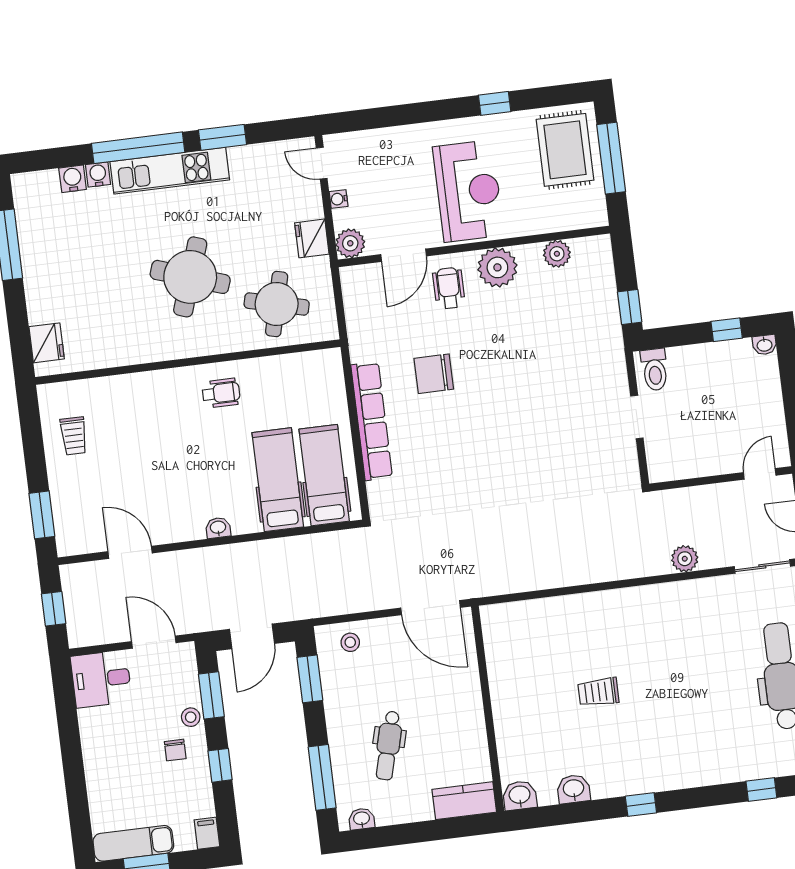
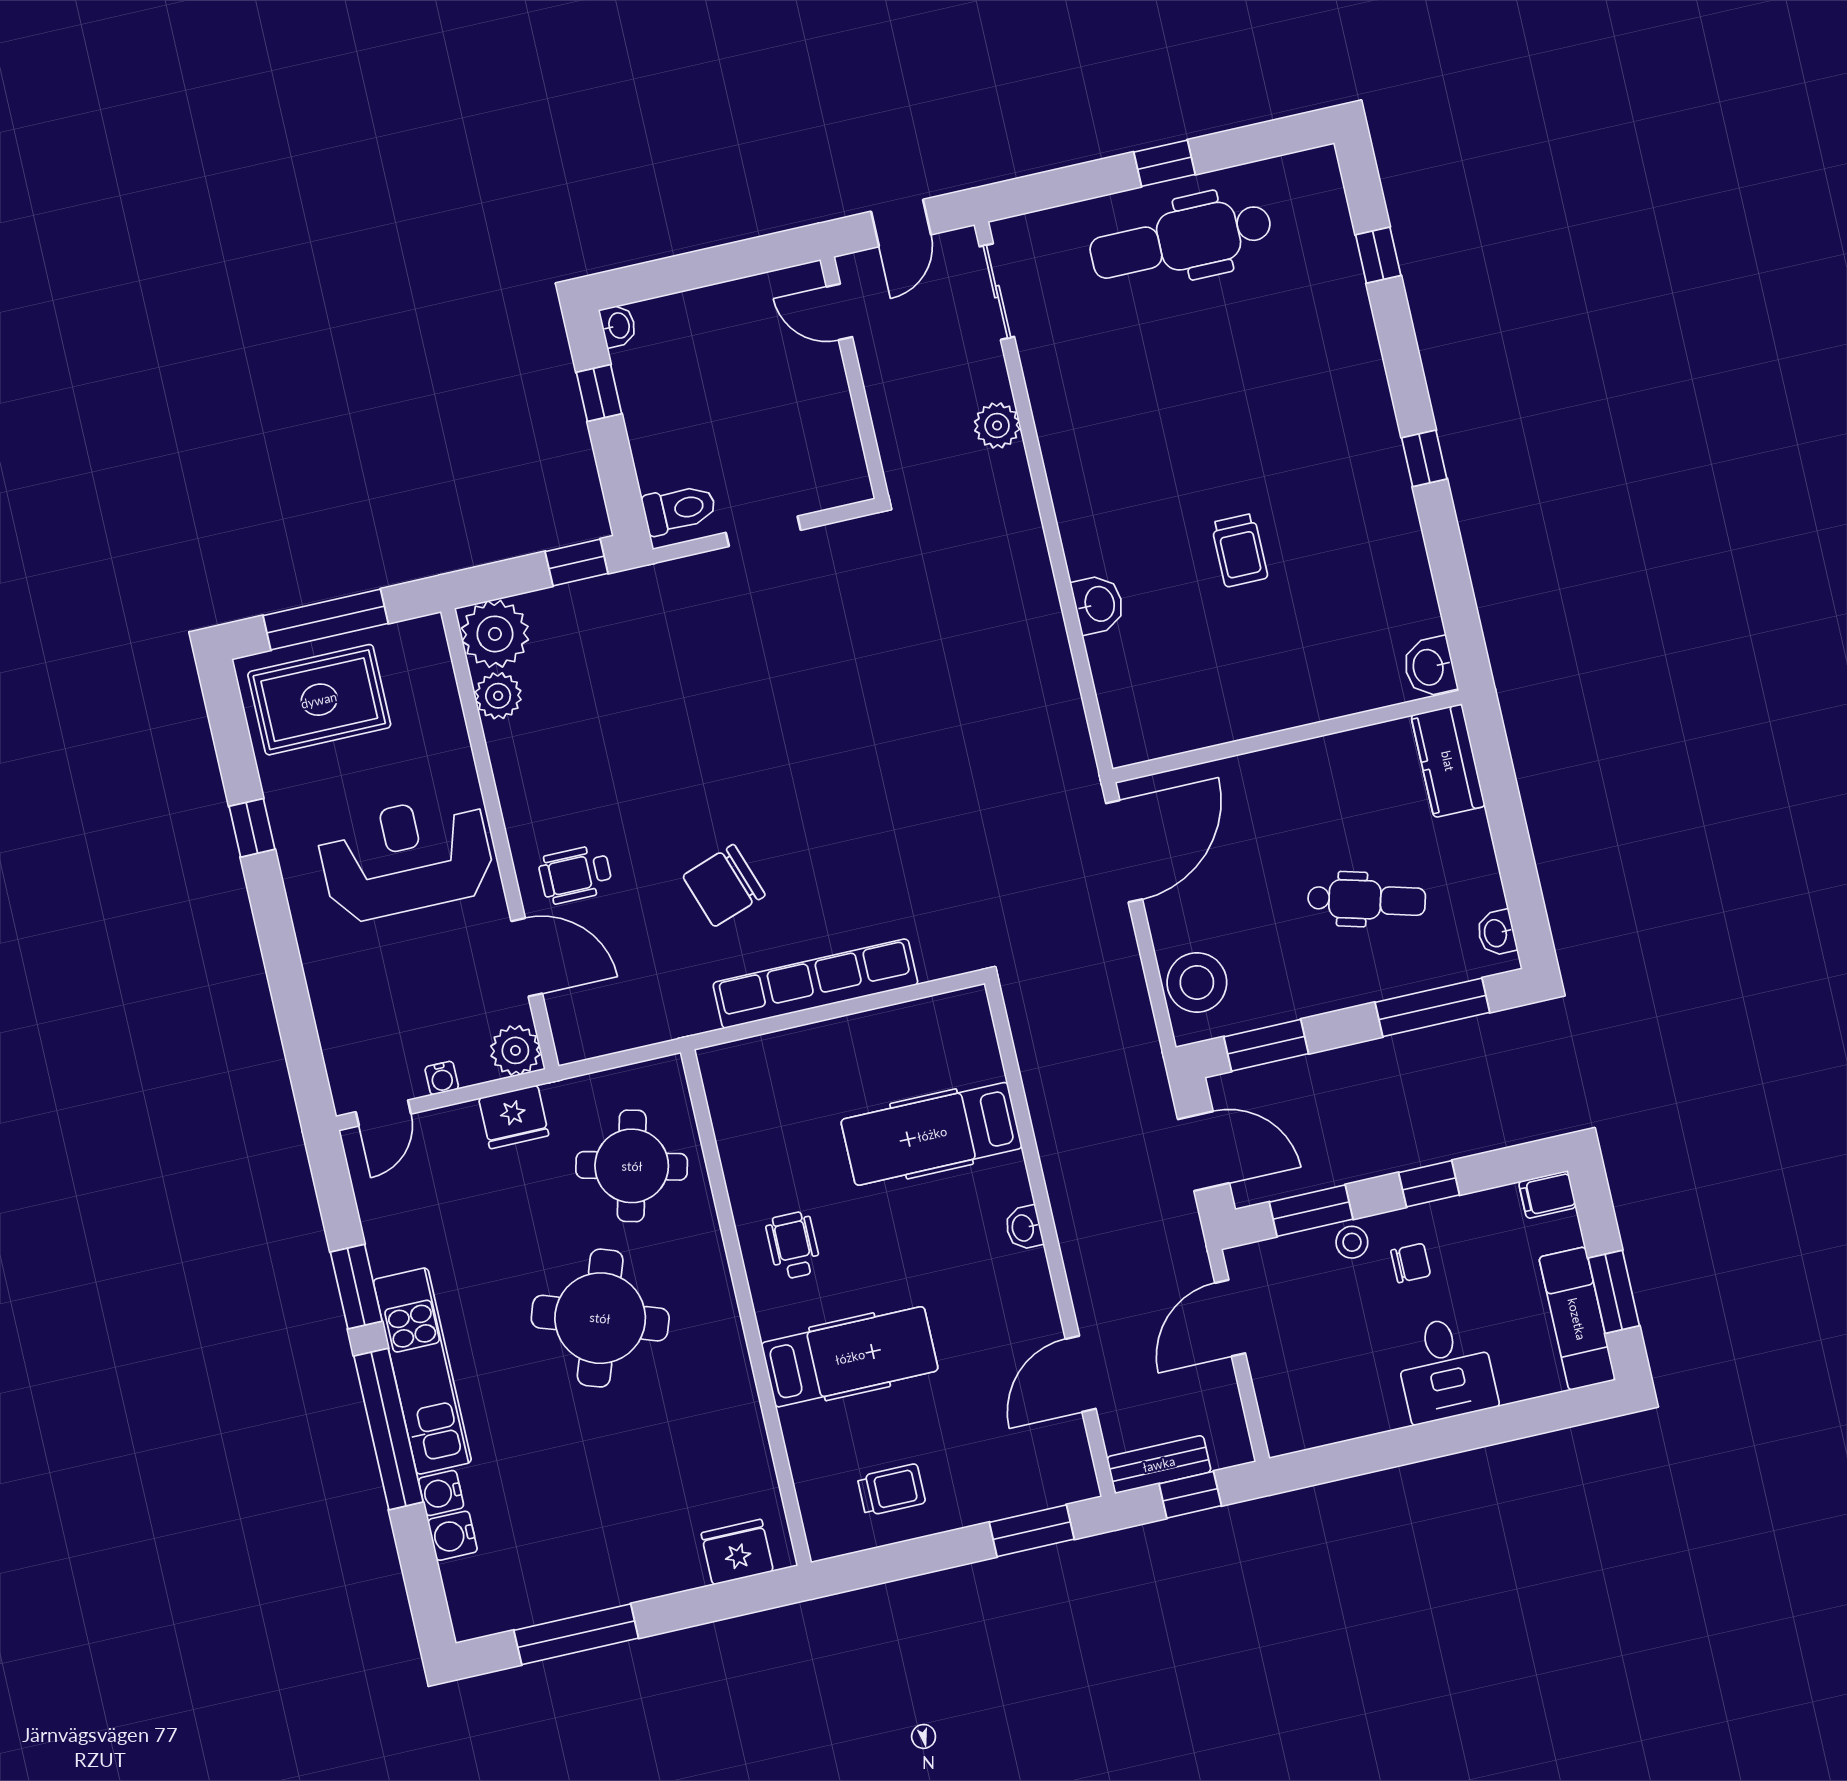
plant: (497, 267) -> (495, 634), moved
chair: (434, 374) -> (724, 886), turned 71
hospital bed: (324, 475) -> (850, 1357), moved, turned 180
bench: (73, 592) -> (1159, 1464), added
stool: (350, 642) -> (1197, 982), width x1.89, depth x1.89
desk: (101, 679) -> (1446, 1369), moved
washbasin: (574, 789) -> (1098, 604), moved, turned 180

